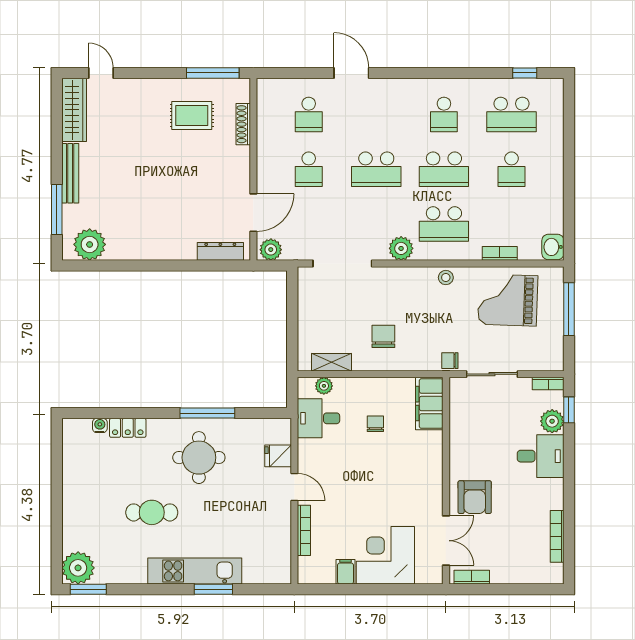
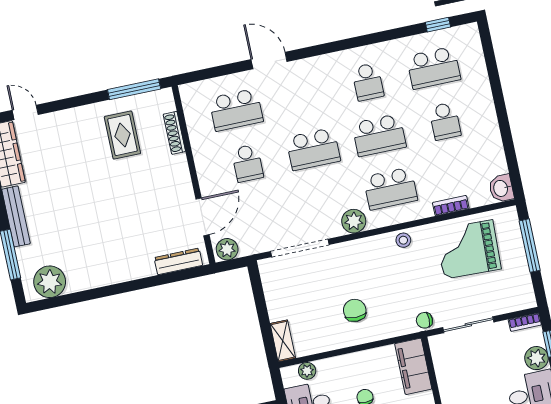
school desk: (309, 114) -> (236, 110), width x1.85
rug: (192, 116) -> (122, 135), turned 90
shelving: (332, 362) -> (283, 341), moved, turned 90

